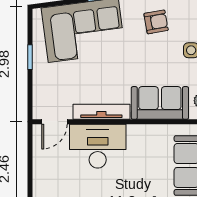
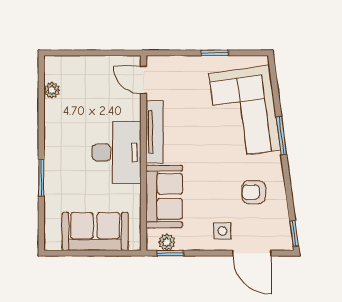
armchair: (156, 22) -> (254, 192), turned 100
desk: (98, 146) -> (117, 152), moved

